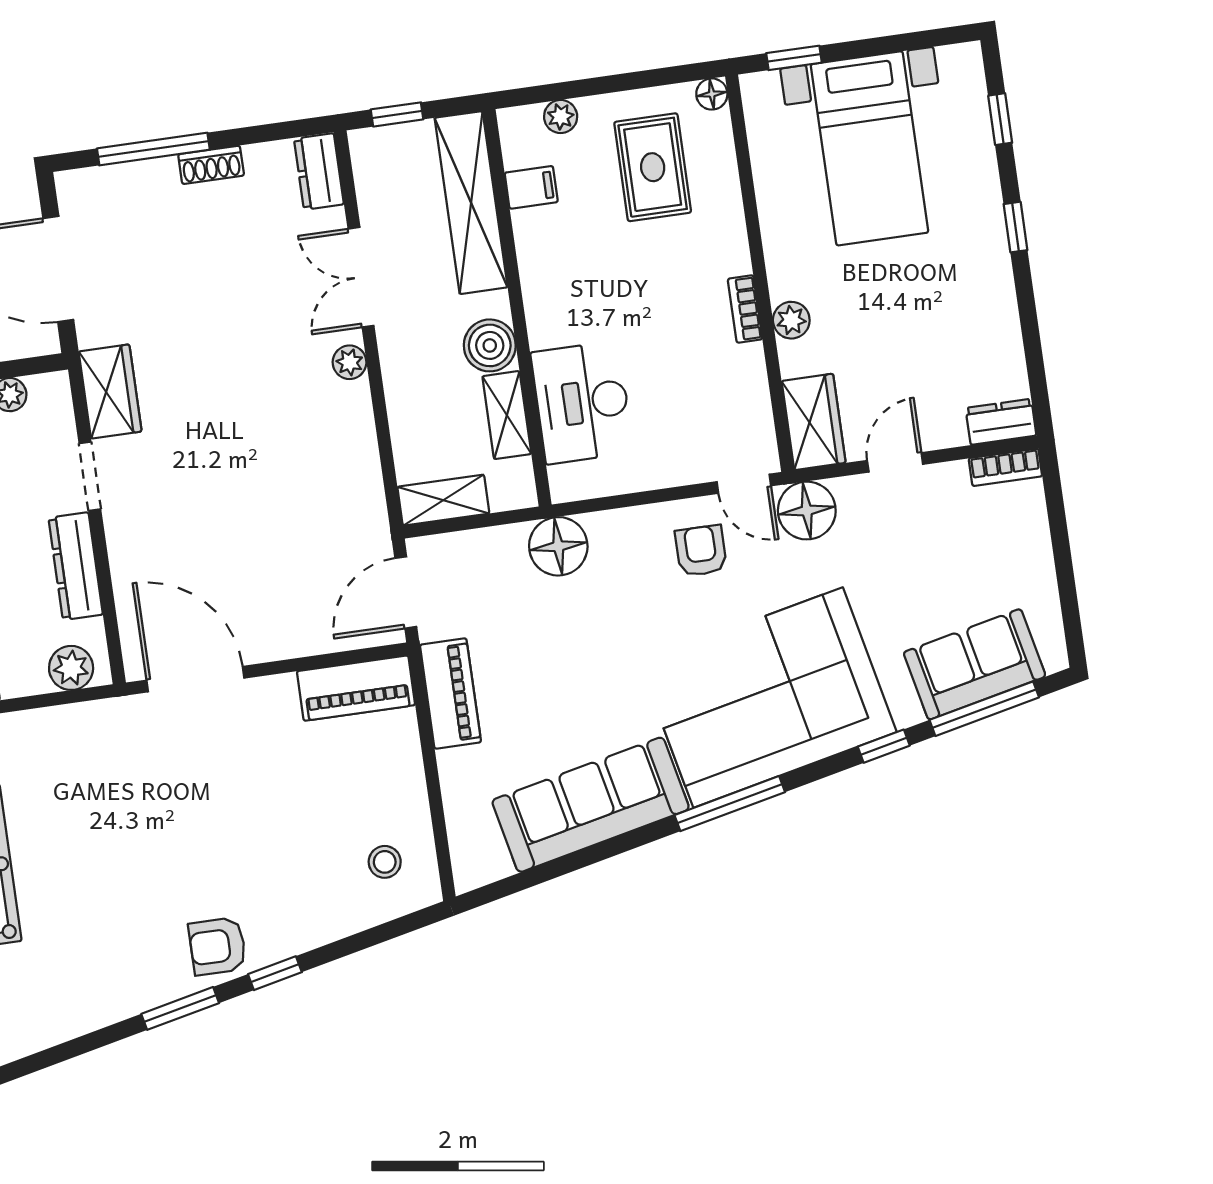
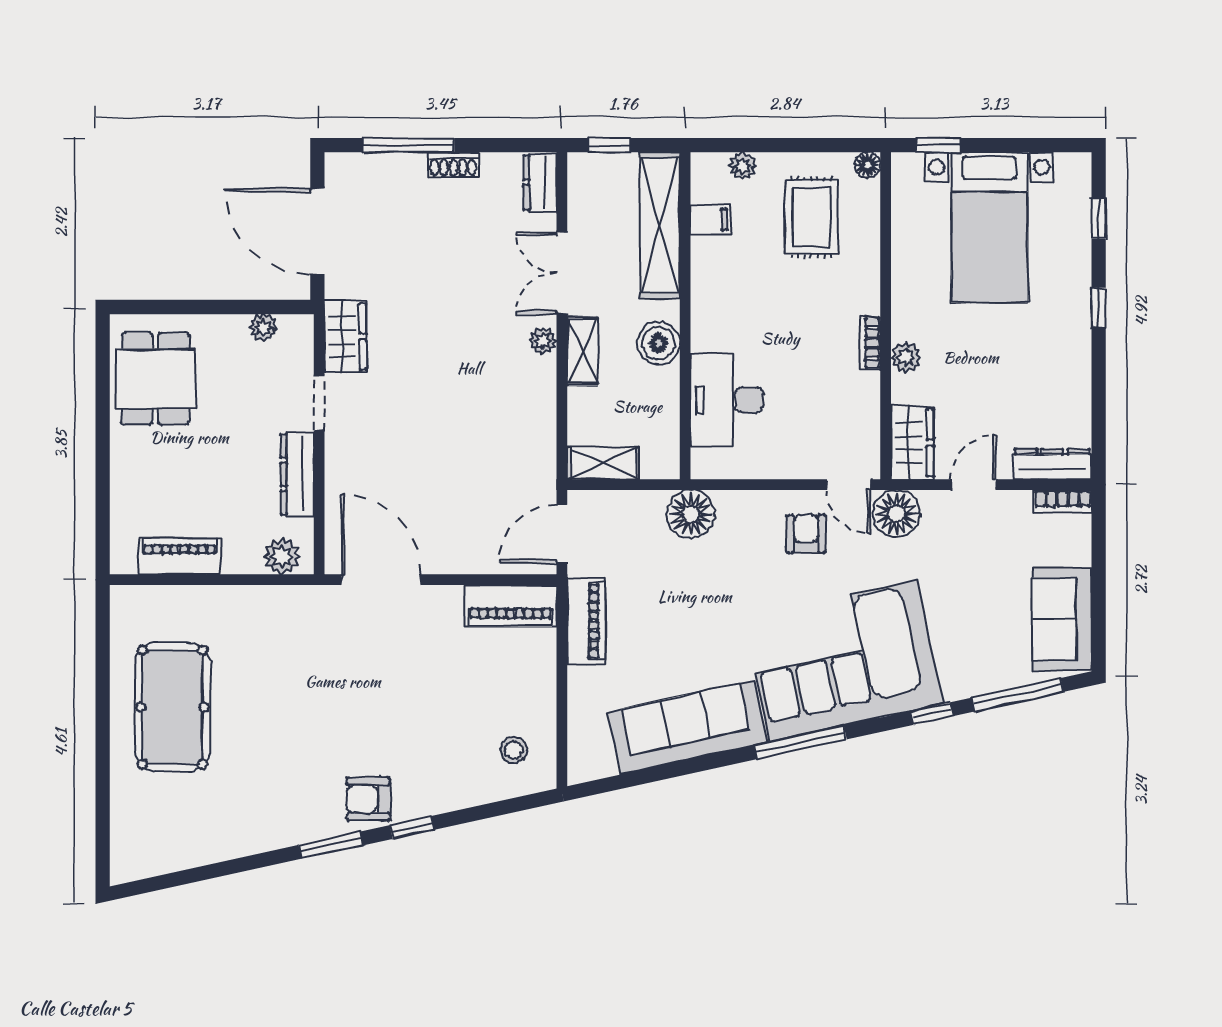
shelving: (507, 415) -> (583, 351), moved
dresser: (1001, 422) -> (1052, 464), width x1.44
sofa: (975, 664) -> (1062, 619), moved, turned -78

